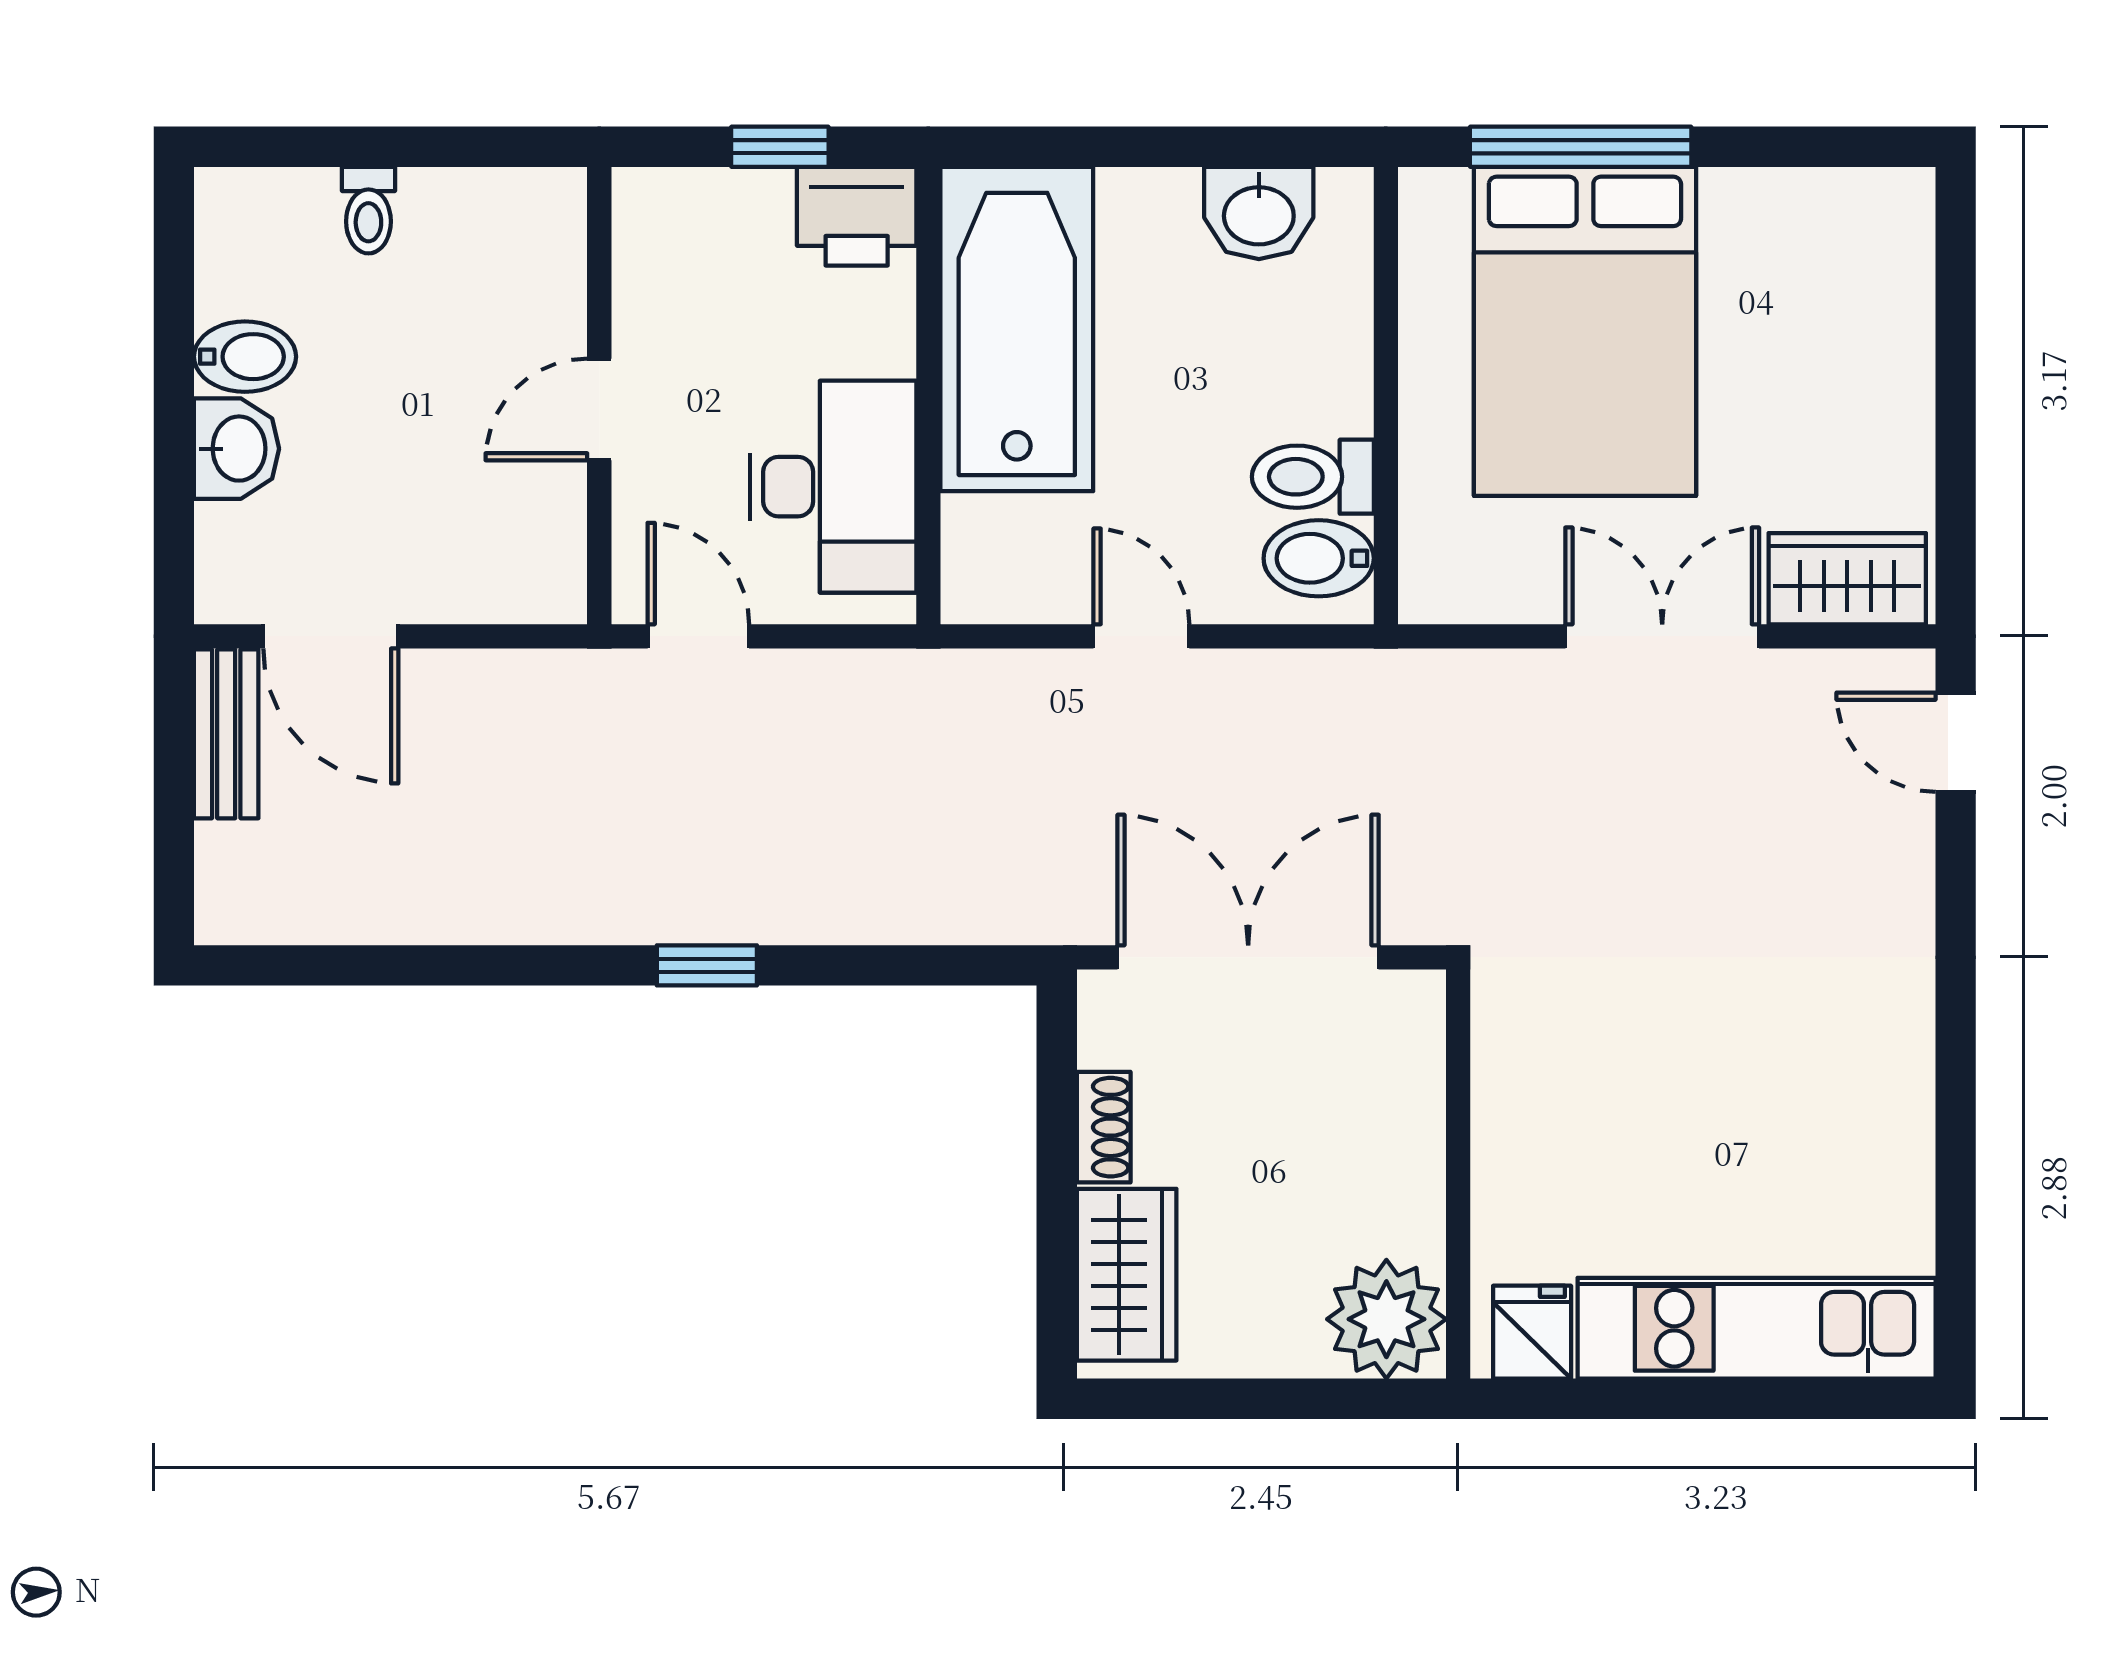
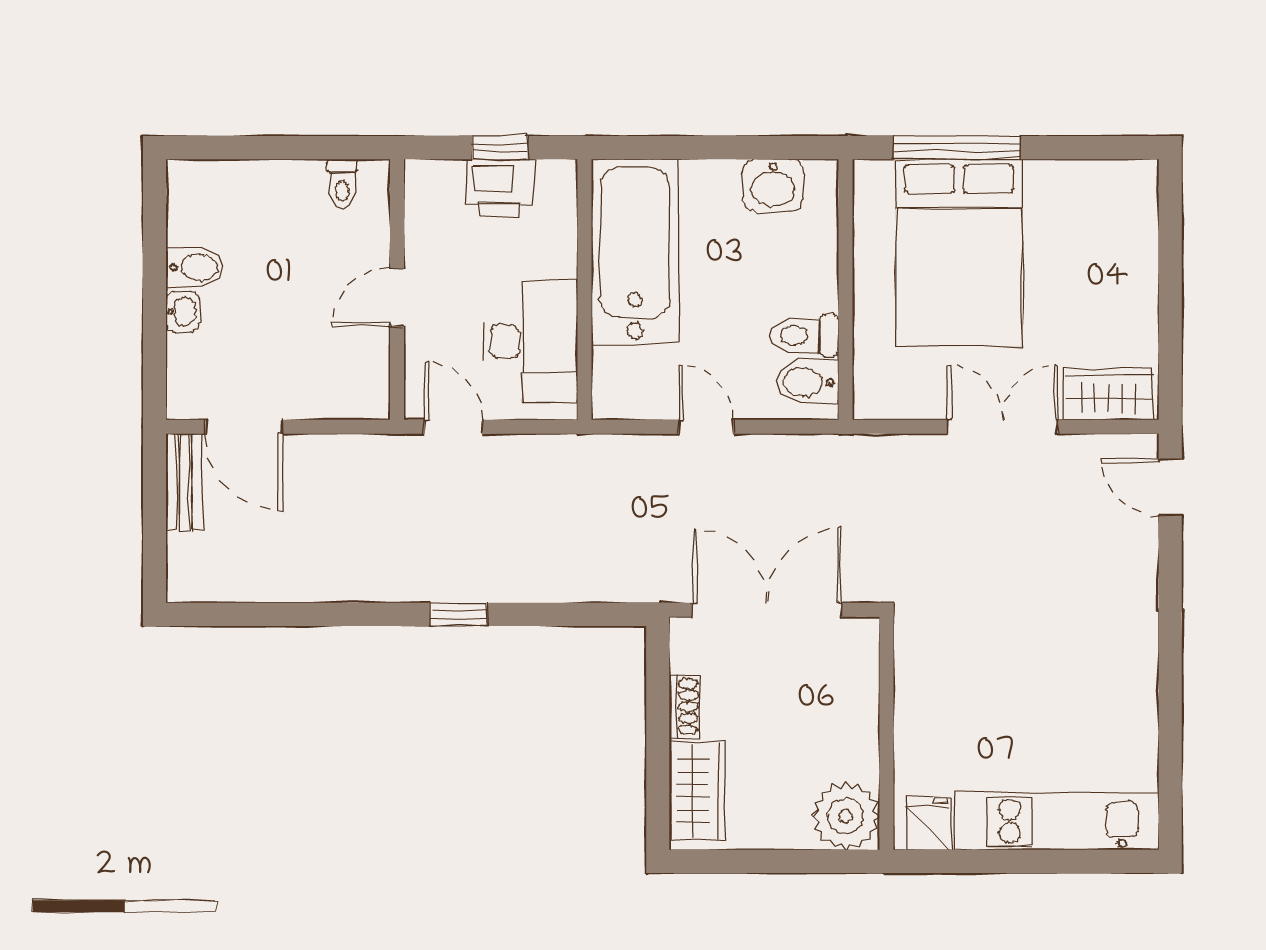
toilet: (368, 210) -> (342, 184), moved
printer: (857, 216) -> (500, 187), moved
washbasin: (236, 449) -> (183, 312), width x0.72, depth x0.69

